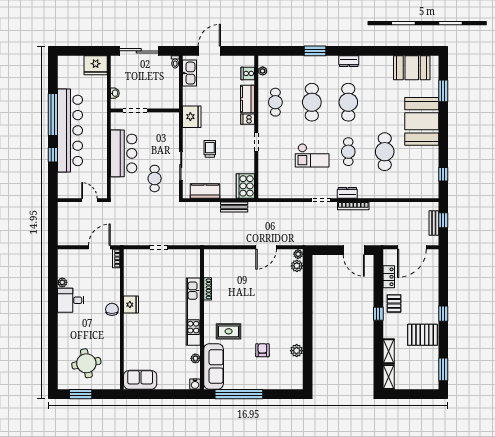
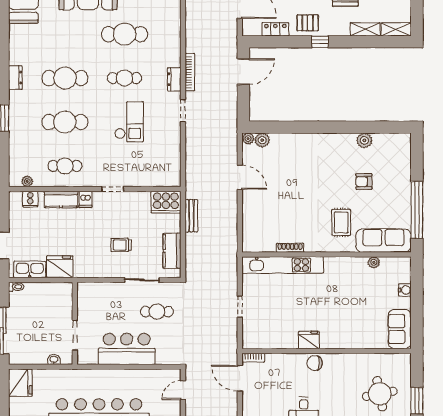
fridge: (192, 117) -> (60, 267), moved
kitchen unit: (193, 312) -> (283, 265), moved
water cooler: (195, 384) -> (405, 290), moved

